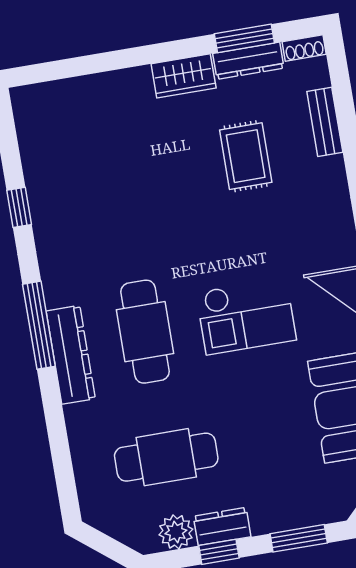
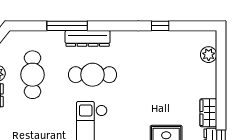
plant: (62, 96) -> (209, 55), added
window: (39, 325) -> (67, 26), moved

